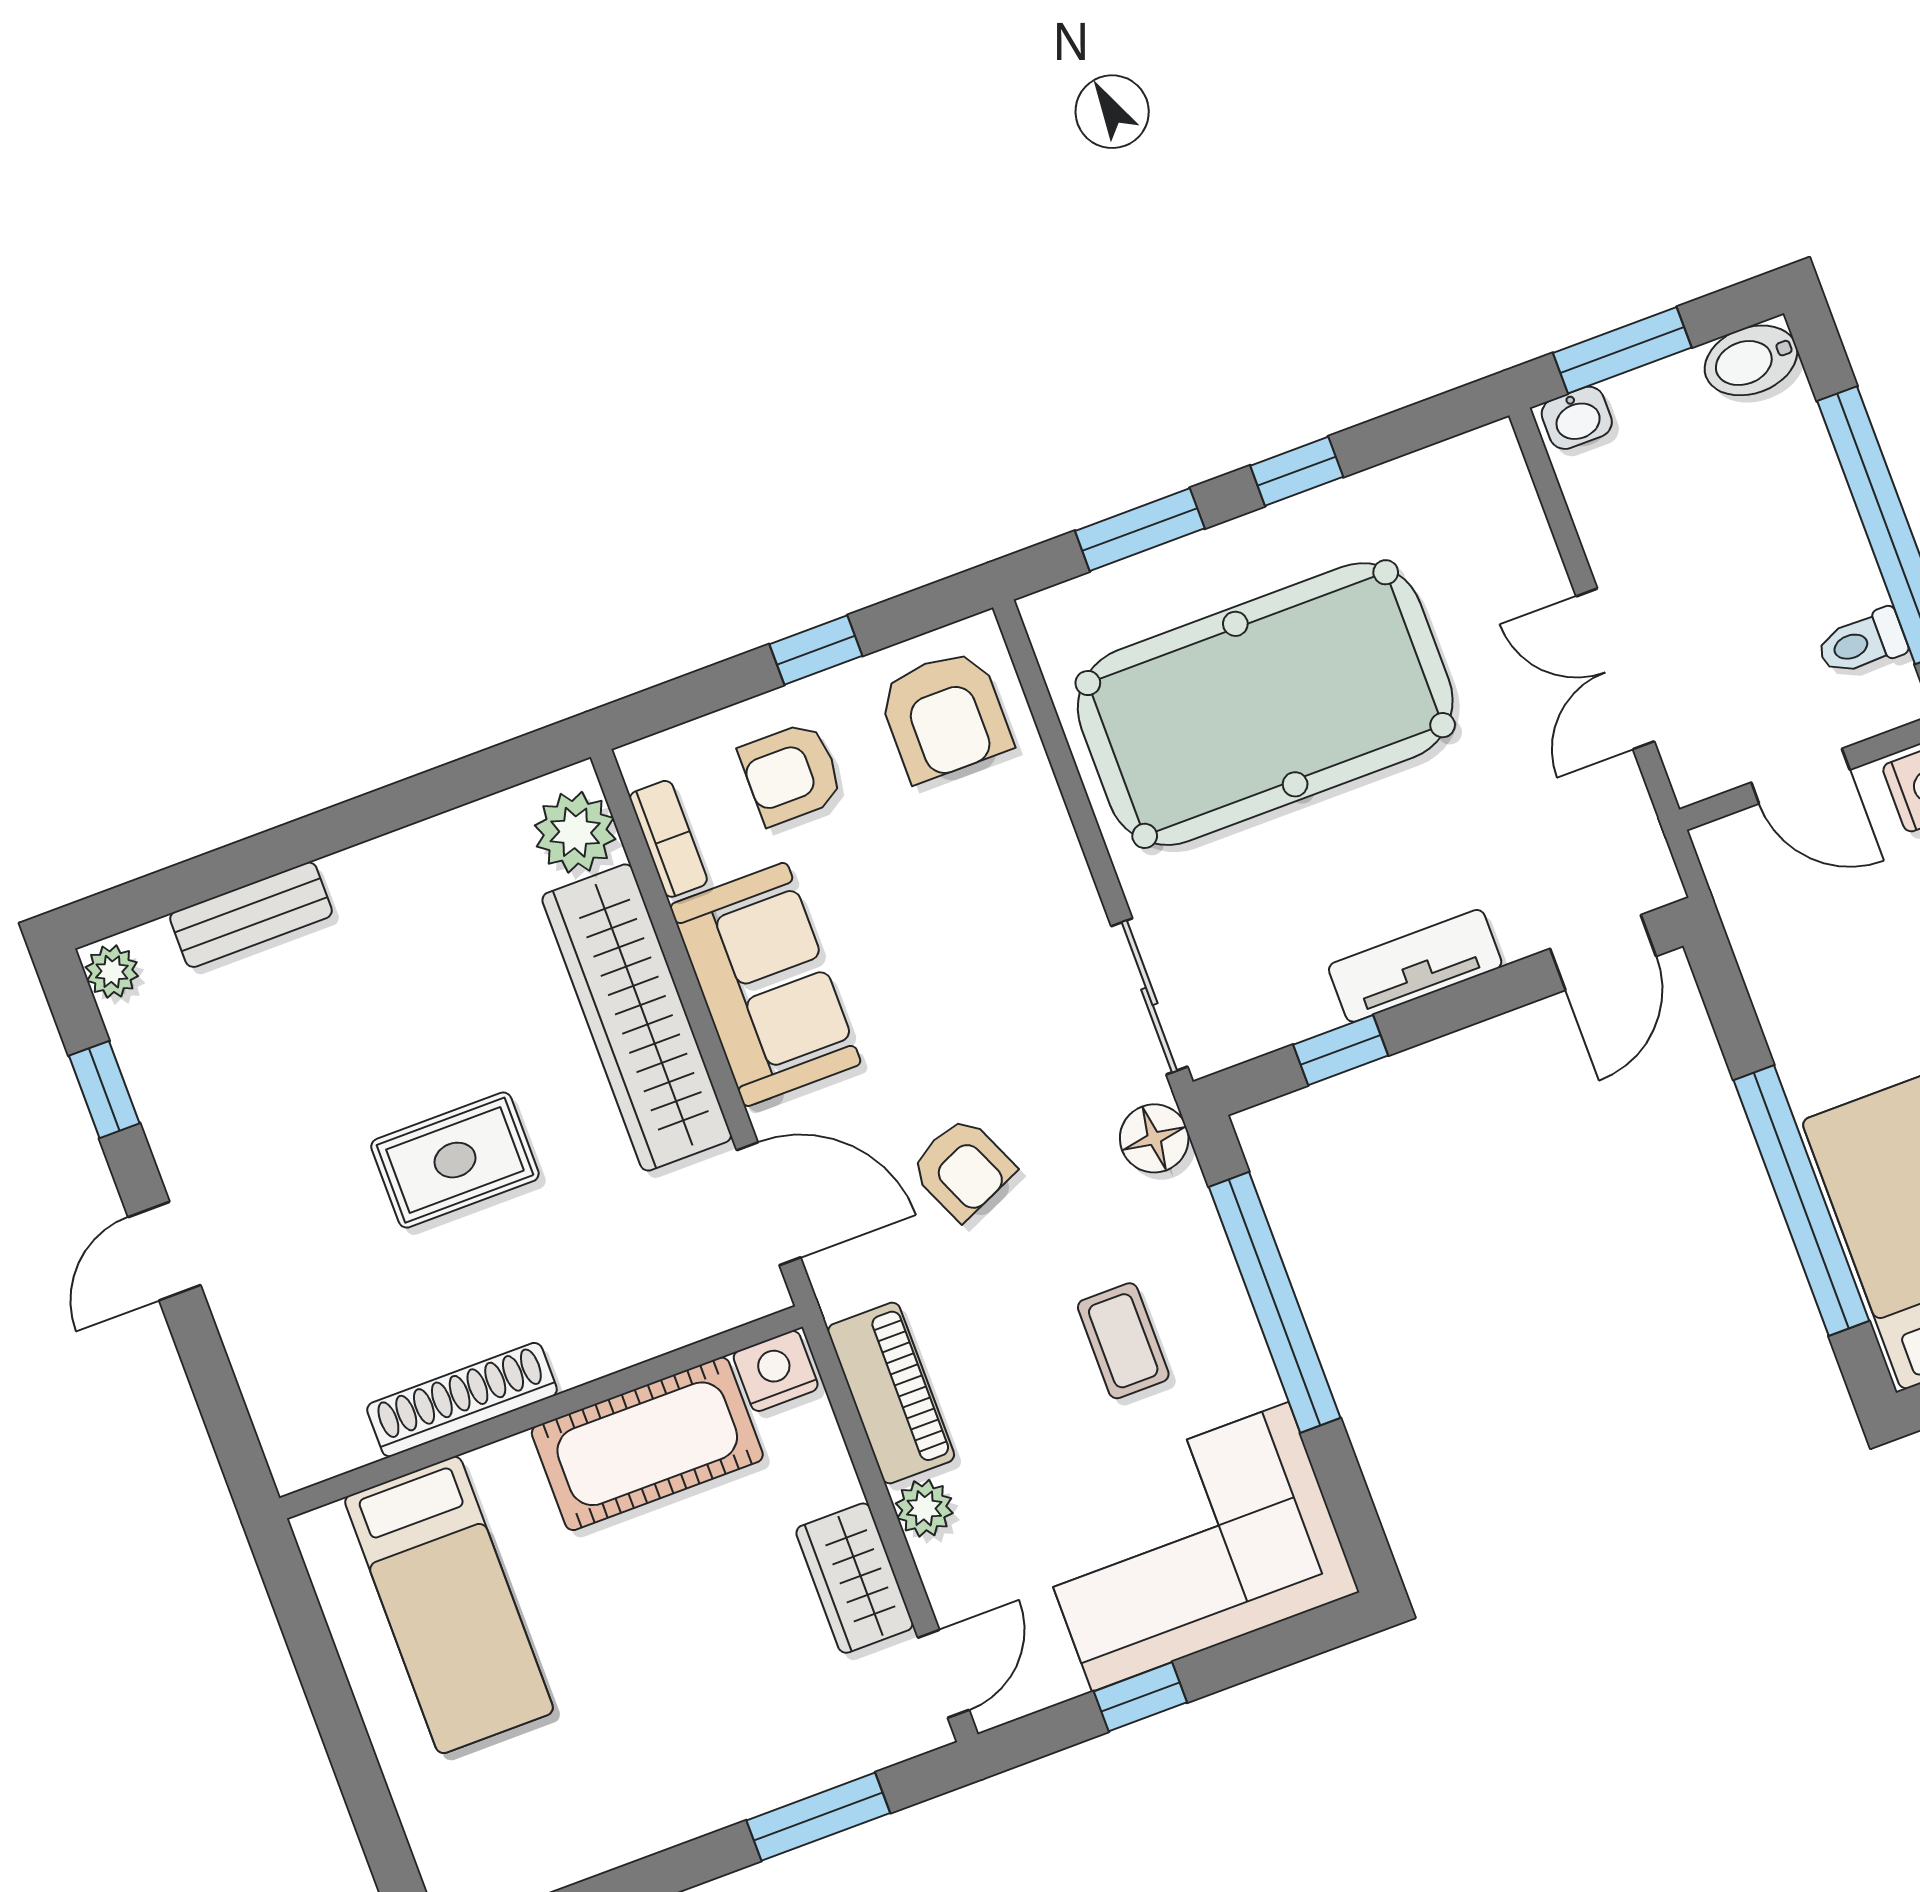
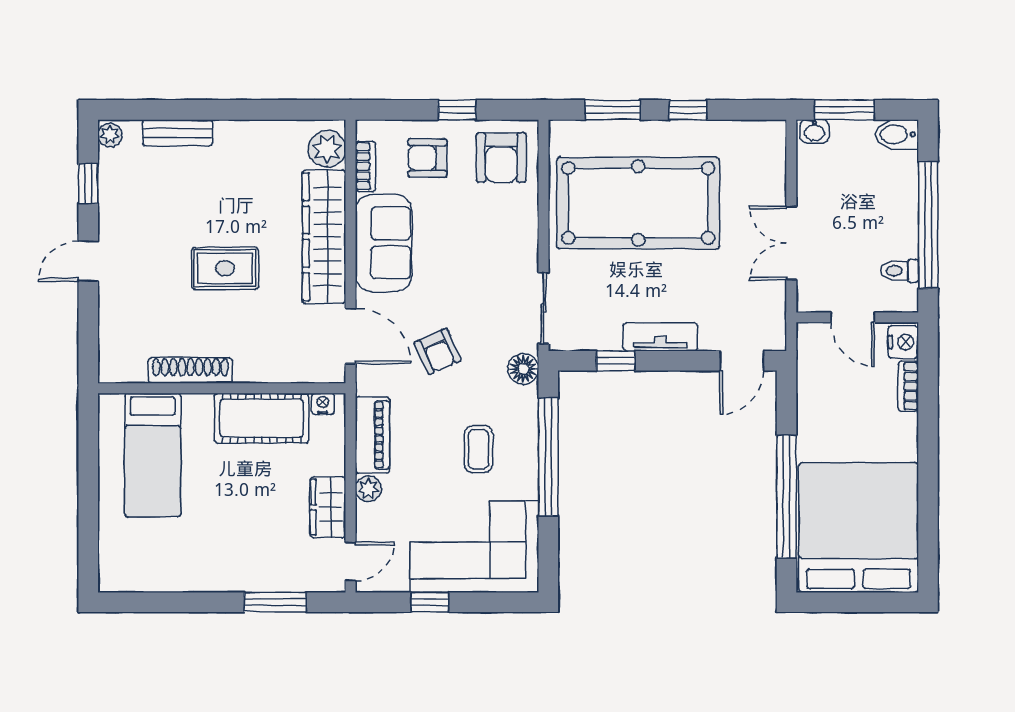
nightstand: (776, 1371) -> (323, 404), width x0.72, depth x0.74

